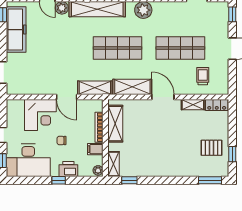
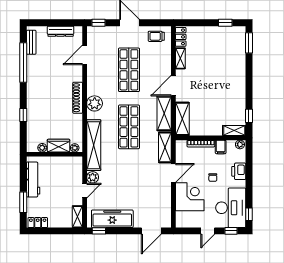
trolley: (203, 76) -> (156, 36), moved
shelving: (115, 124) -> (182, 119), moved, turned 90
pallet: (211, 148) -> (219, 42), removed
window: (59, 180) -> (249, 214), moved

